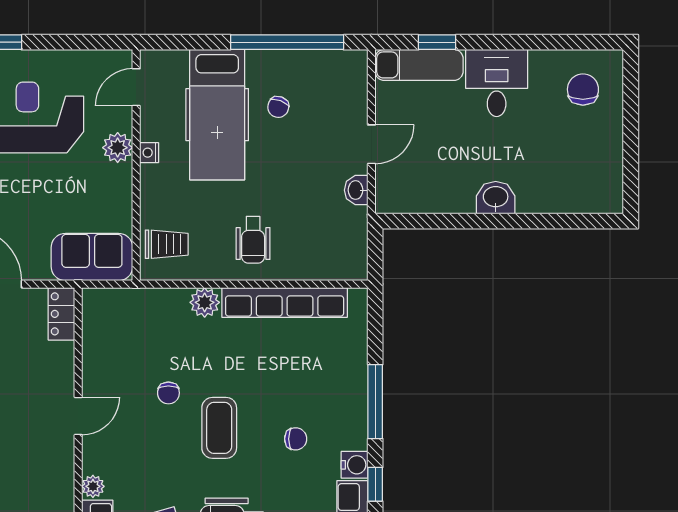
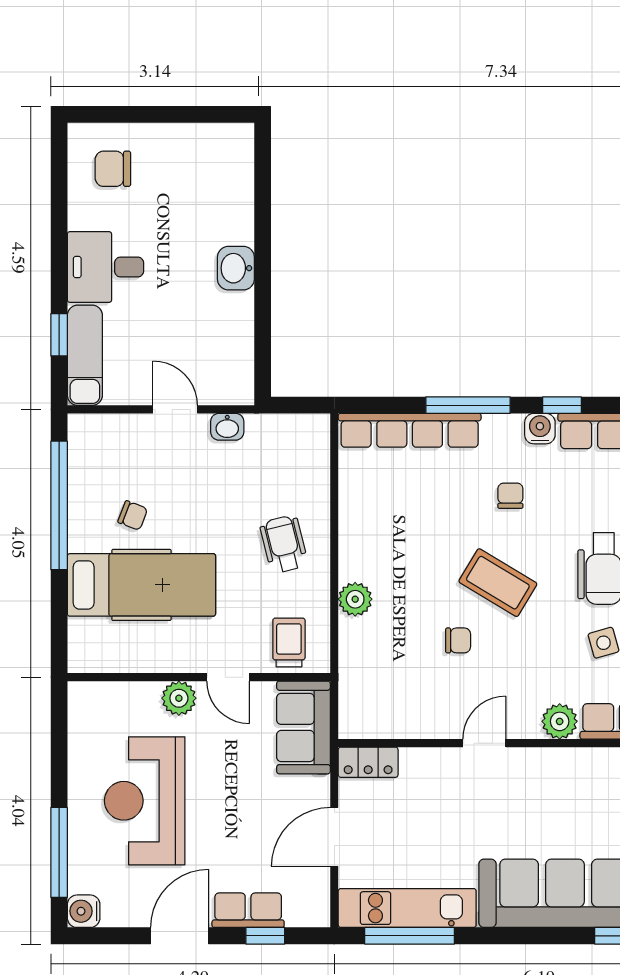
door: (136, 87) -> (228, 677), moved
nightstand: (149, 153) -> (185, 662), removed
wheelchair: (253, 240) -> (284, 544), turned -104
row of seats: (285, 302) -> (410, 430), moved, turned 90
door: (78, 416) -> (484, 743), hinge flipped
coffee table: (219, 428) -> (498, 583), turned 31
plant: (93, 486) -> (560, 721), width x1.38, depth x1.38

